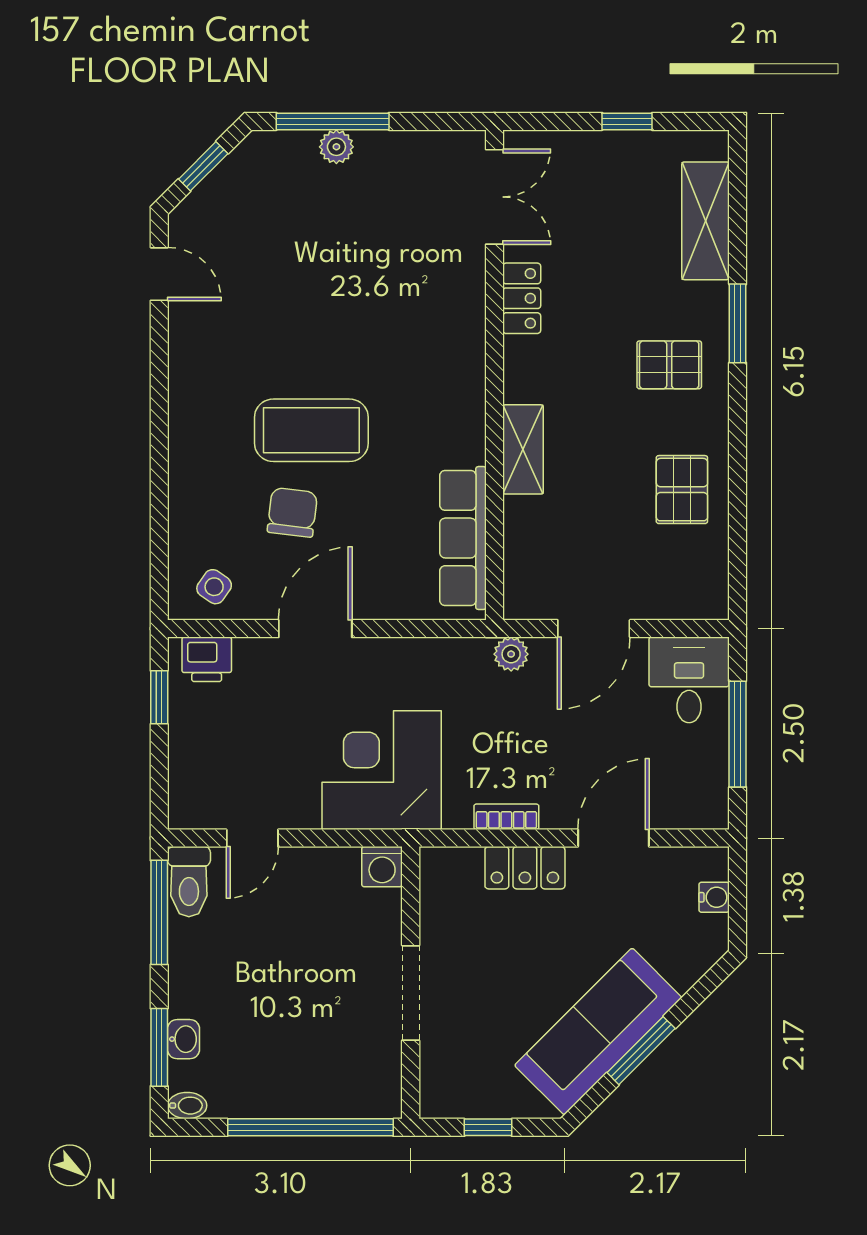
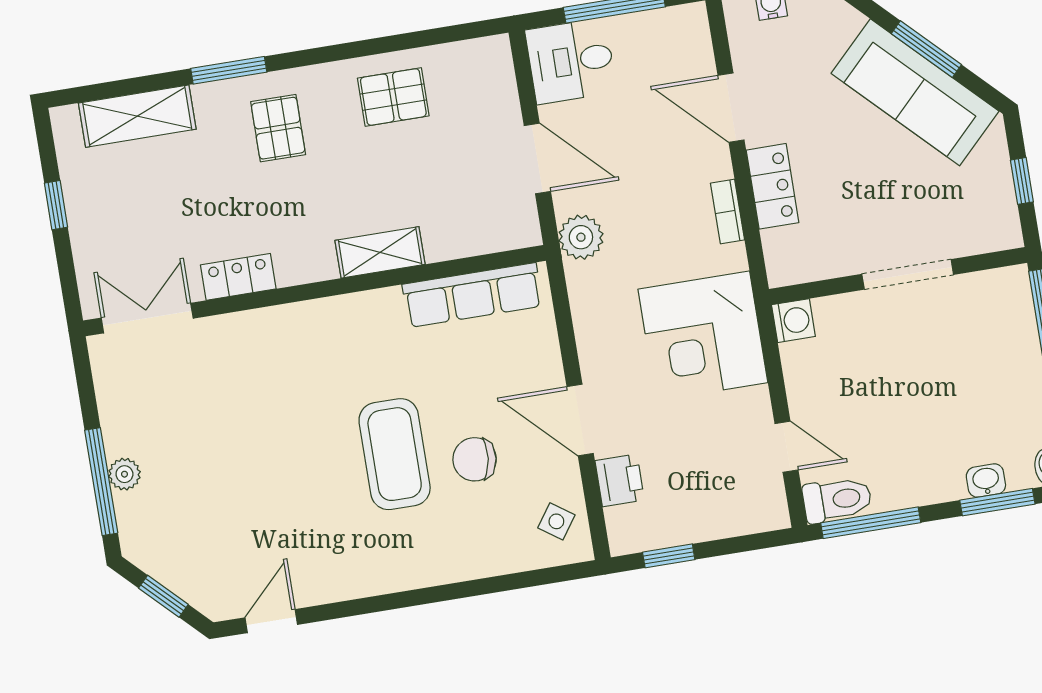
plant: (511, 654) -> (581, 237), width x1.38, depth x1.38
printer: (207, 659) -> (620, 480), moved

